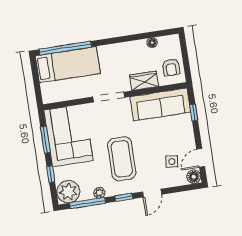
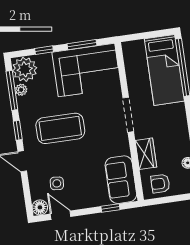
sofa: (160, 104) -> (121, 180), width x0.73
plant: (99, 193) -> (21, 90), moved

